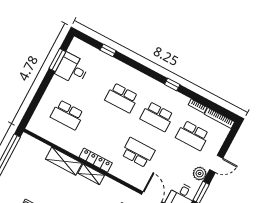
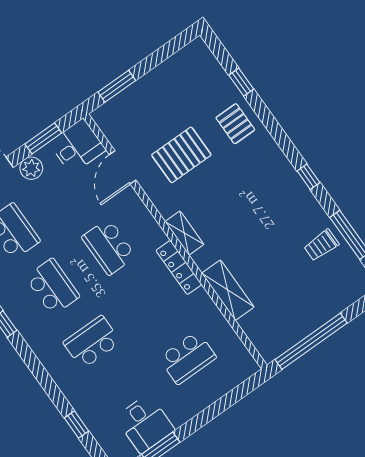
school desk: (122, 98) -> (92, 342), turned -90
school desk: (67, 115) -> (188, 358), turned 90
shelving: (91, 174) -> (184, 233), moved

